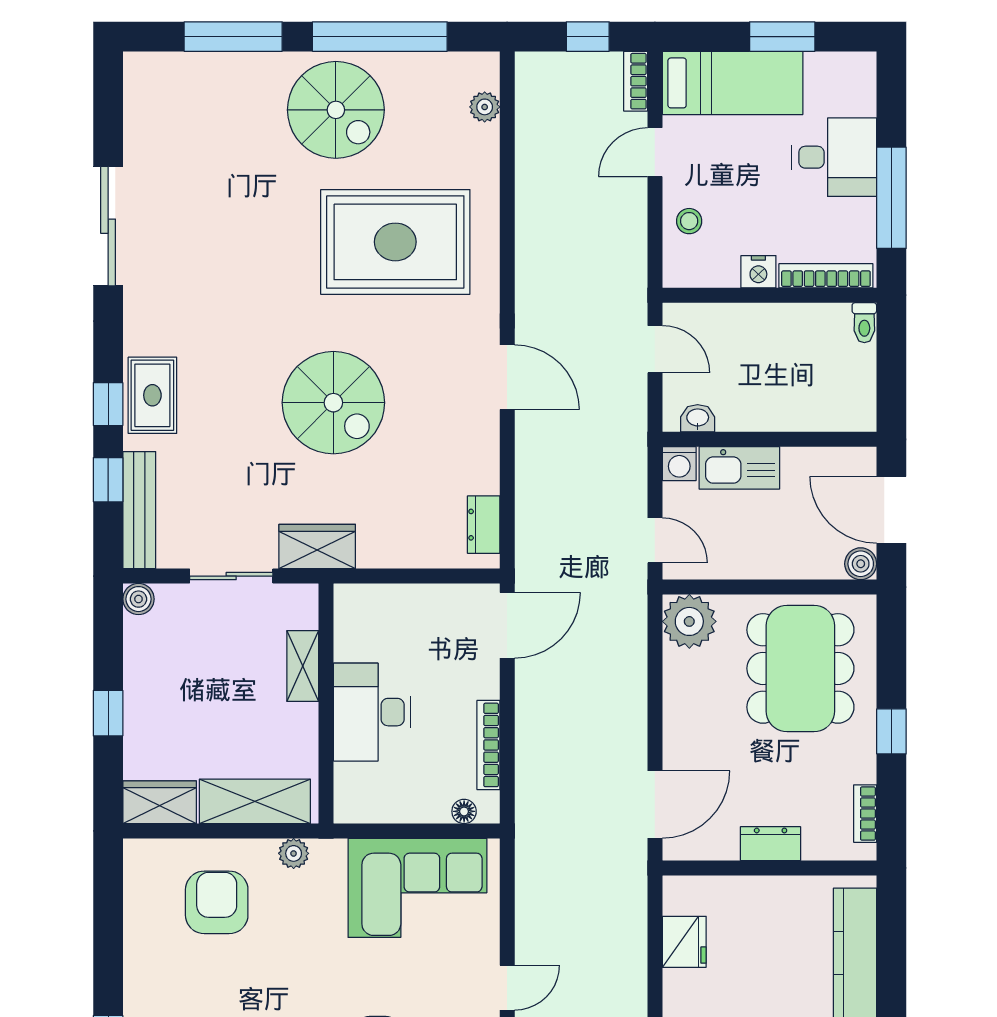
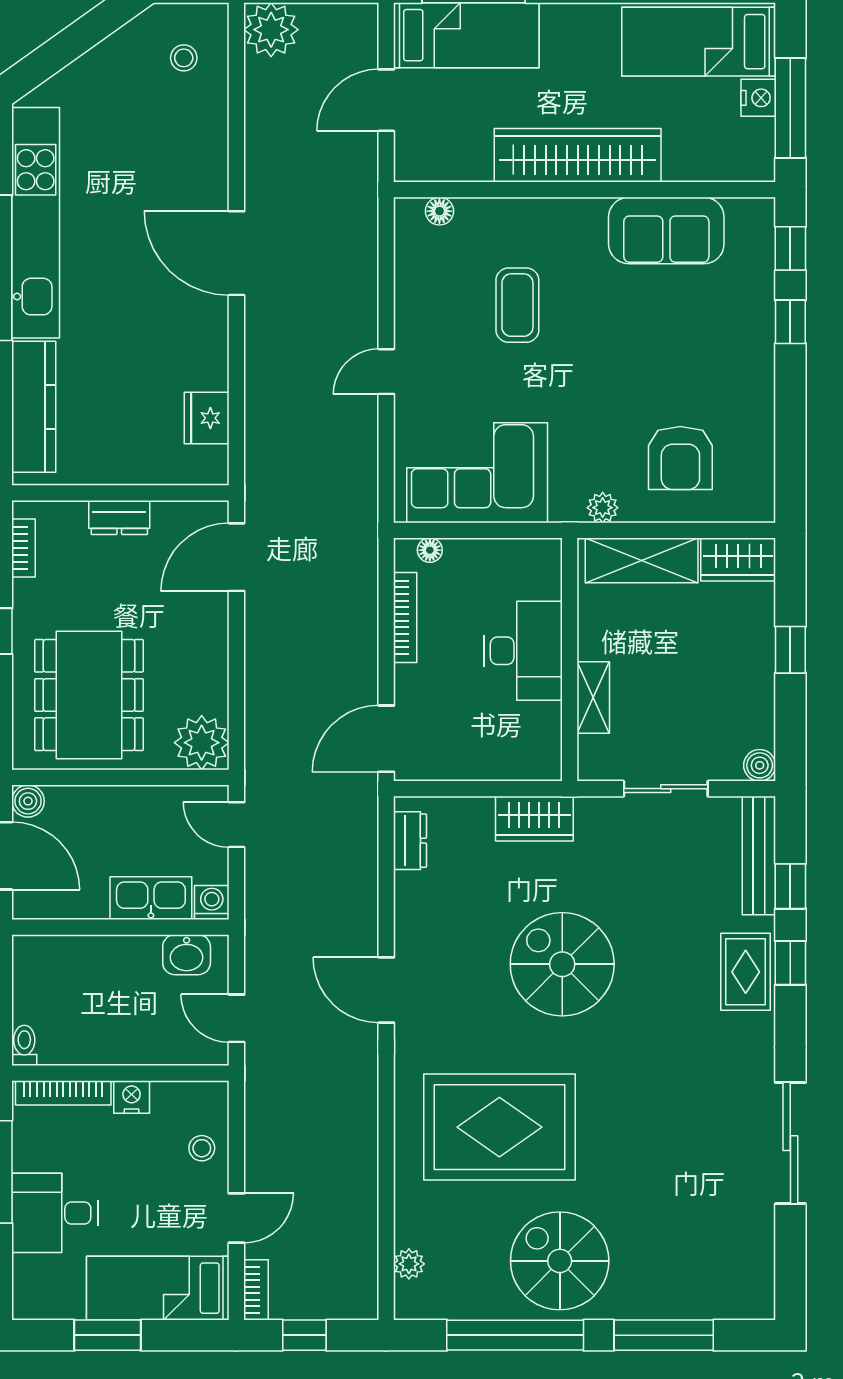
washbasin: (698, 418) -> (187, 955), width x1.38, depth x1.45
wardrobe: (317, 546) -> (534, 819), moved

